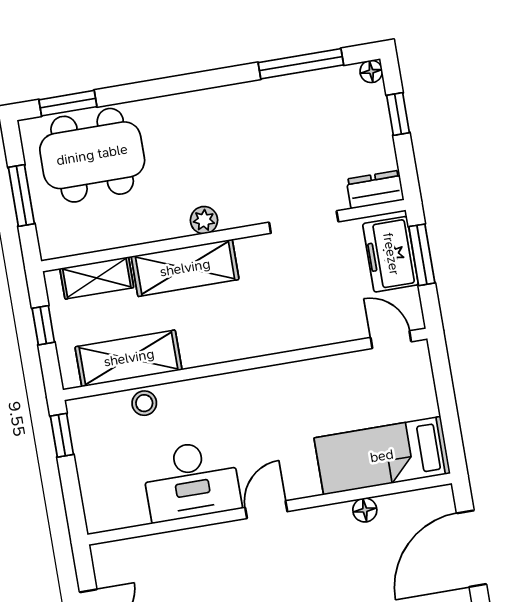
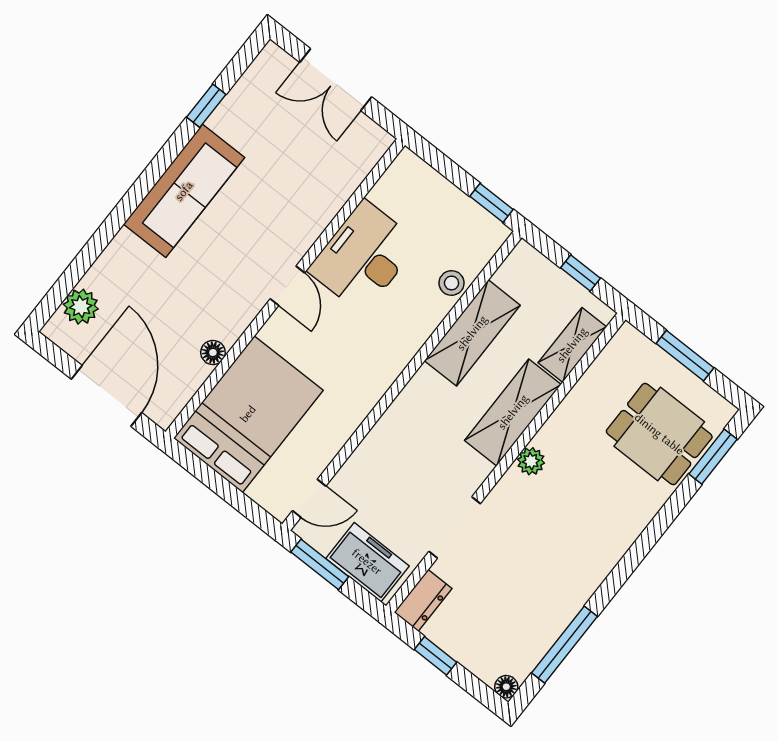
window: (398, 114) -> (436, 656), moved
dining table: (92, 155) -> (659, 434), width x0.73
window: (422, 255) -> (320, 564), moved
shelving: (129, 358) -> (472, 333), moved
bed: (382, 456) -> (248, 414), width x1.50

